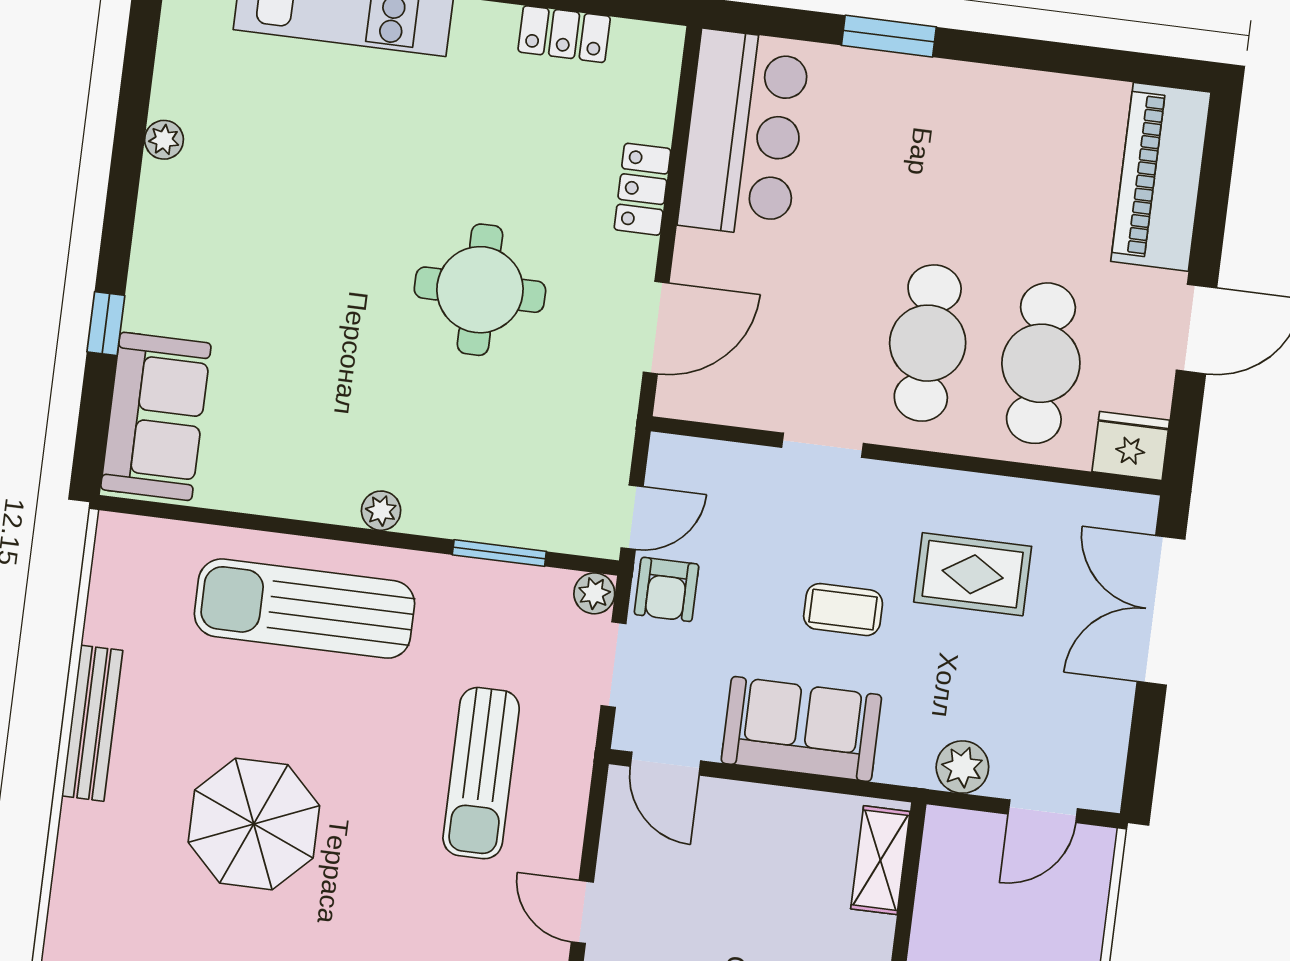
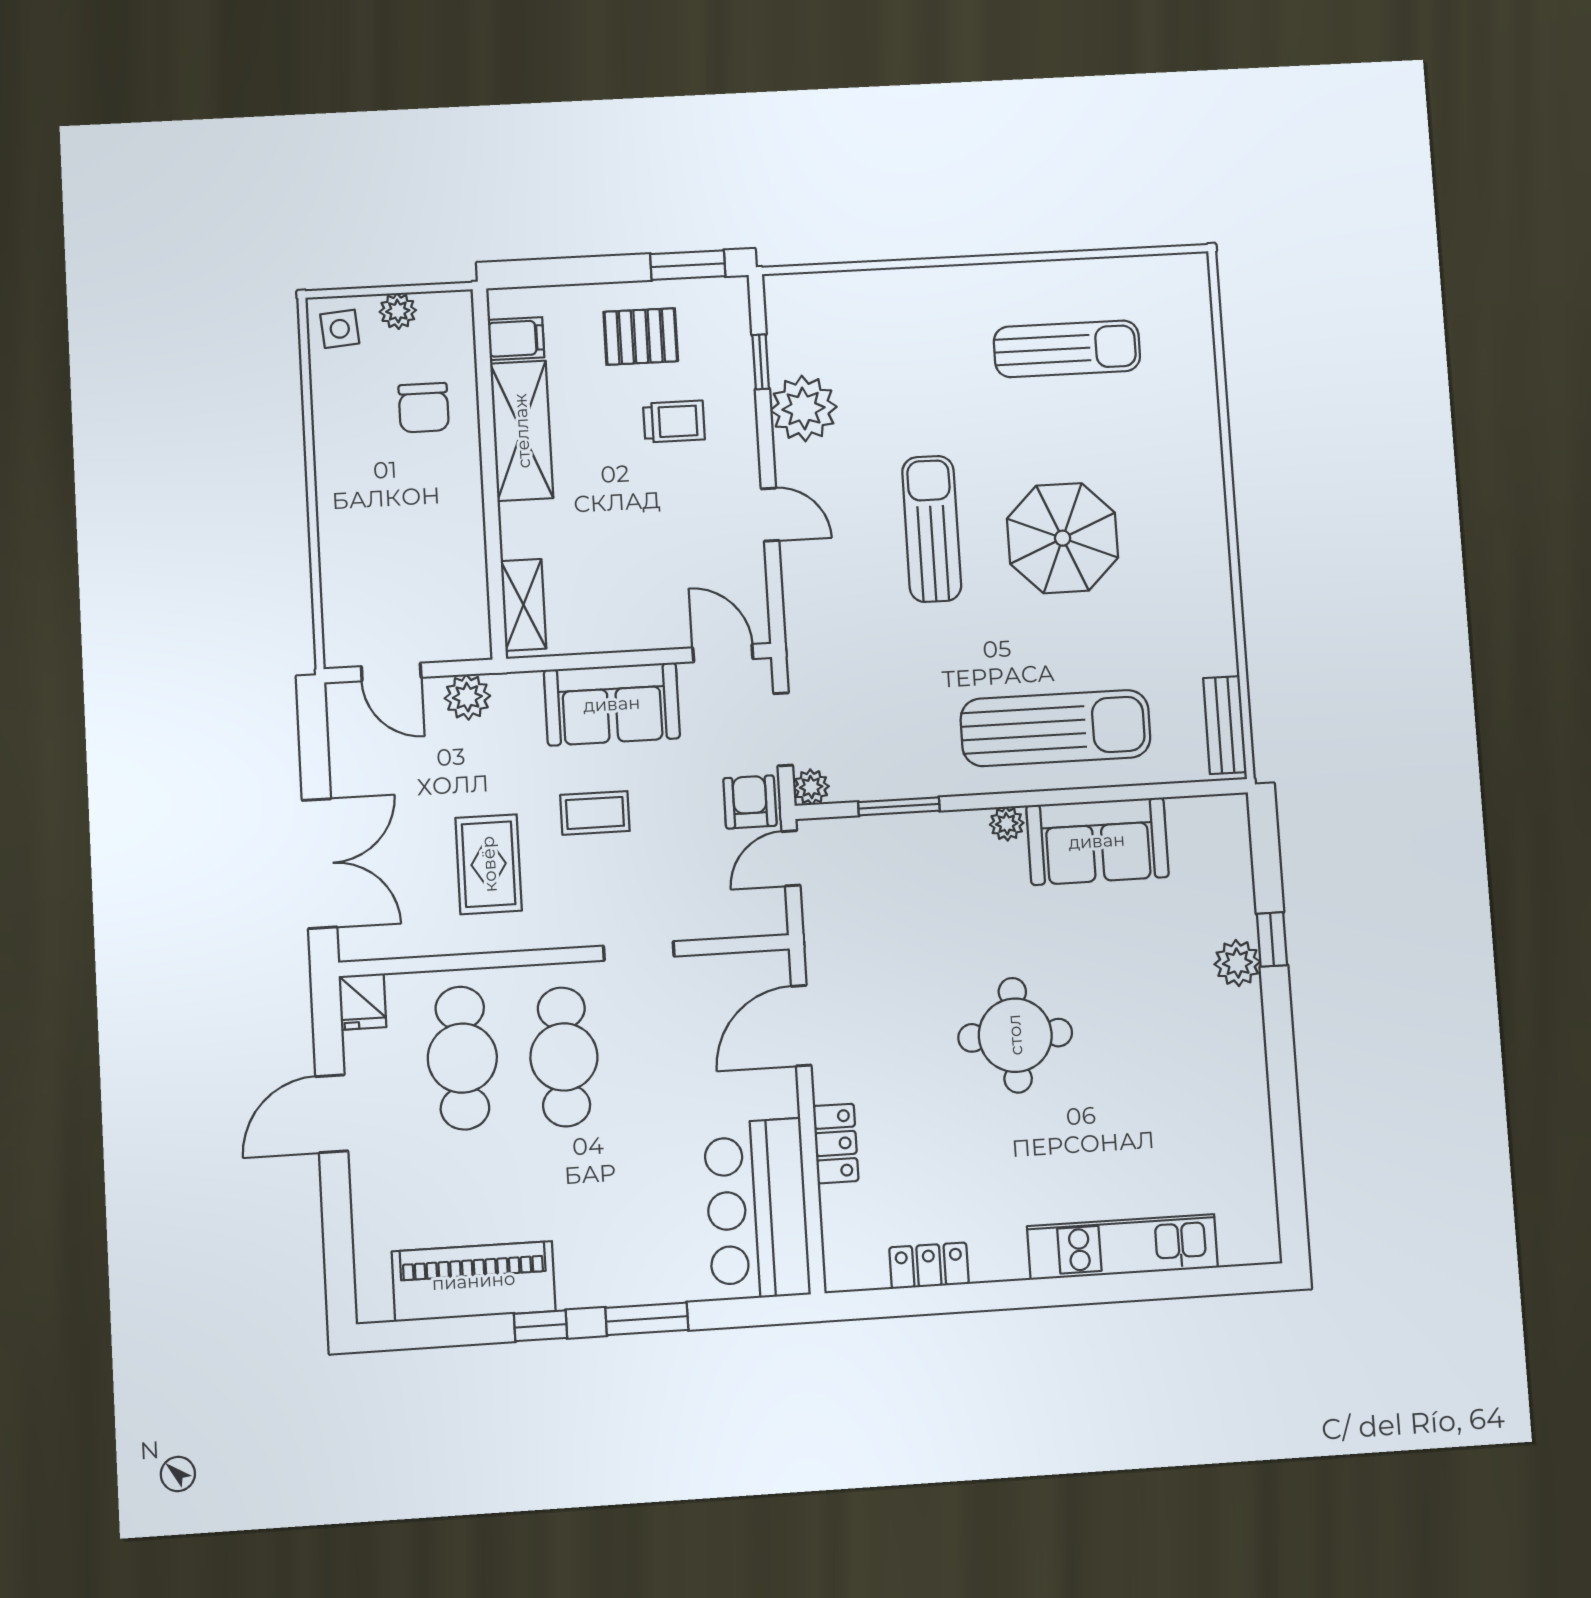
window: (1008, 51) -> (540, 1326), added
plant: (164, 140) -> (1237, 963), moved, width x1.38, depth x1.38
piano: (1161, 177) -> (474, 1281), moved, turned -90
round table: (480, 290) -> (1015, 1035), moved
sofa: (156, 416) -> (1097, 841), moved, turned -90
fridge: (1131, 446) -> (362, 1002), width x0.72
rug: (973, 574) -> (489, 864), turned 90
bench: (92, 723) -> (1225, 725), moved, width x0.73
sun lounger: (481, 773) -> (932, 529), moved
door: (1043, 811) -> (391, 672), swing flipped

